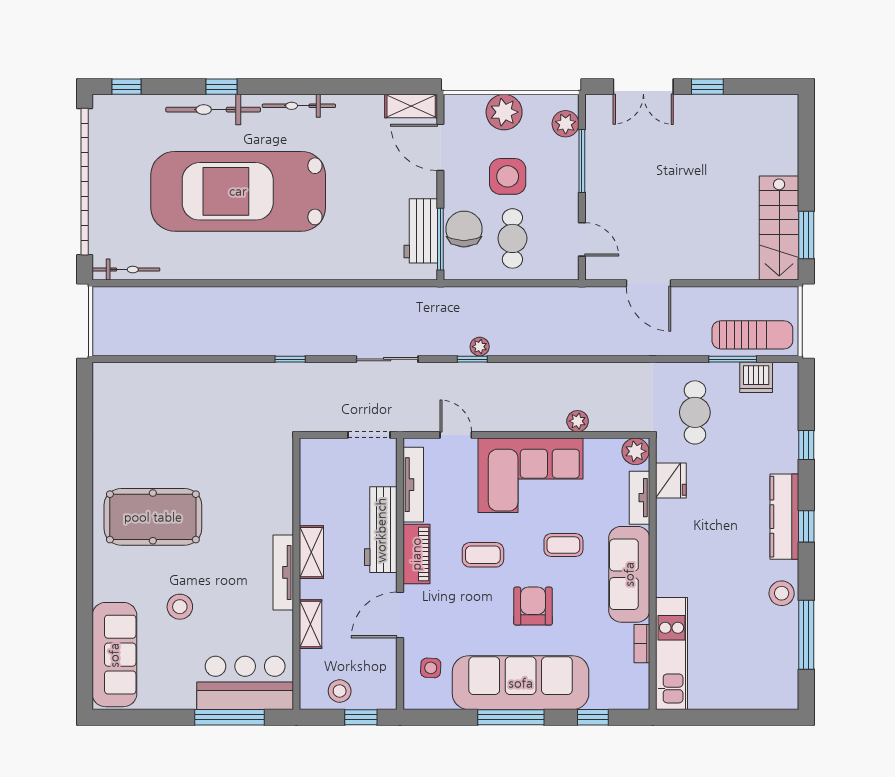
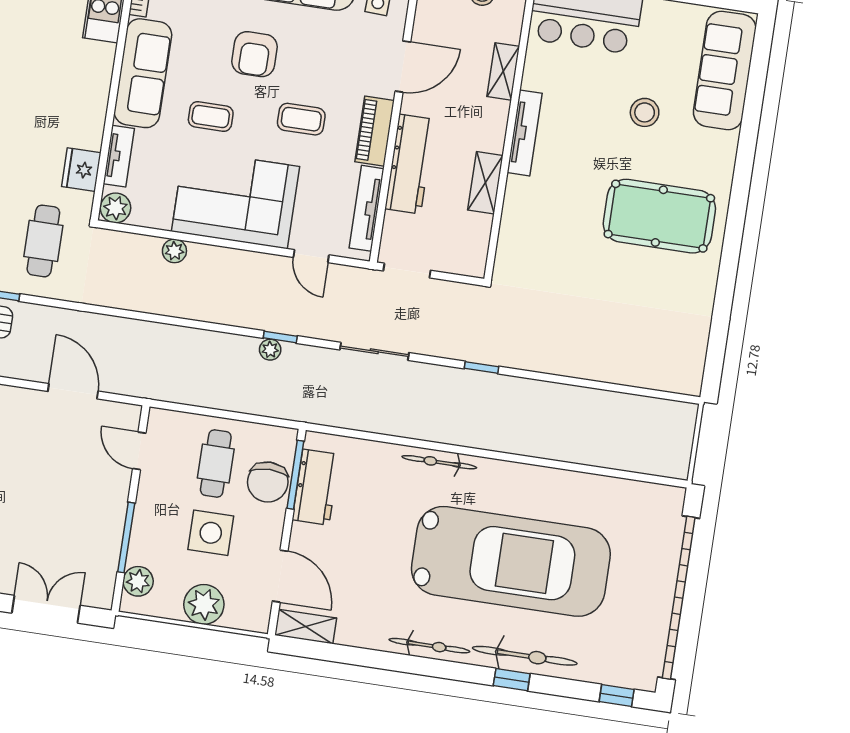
bicycle: (126, 270) -> (439, 462), moved
shelving: (311, 552) -> (485, 183), moved

